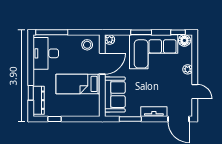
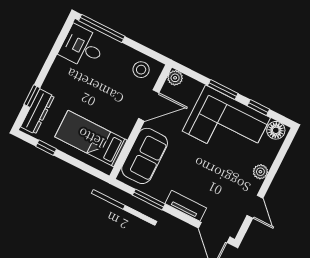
window: (178, 32) -> (258, 107), moved
desk: (46, 53) -> (82, 47), width x0.73
bed: (78, 84) -> (91, 138), moved

